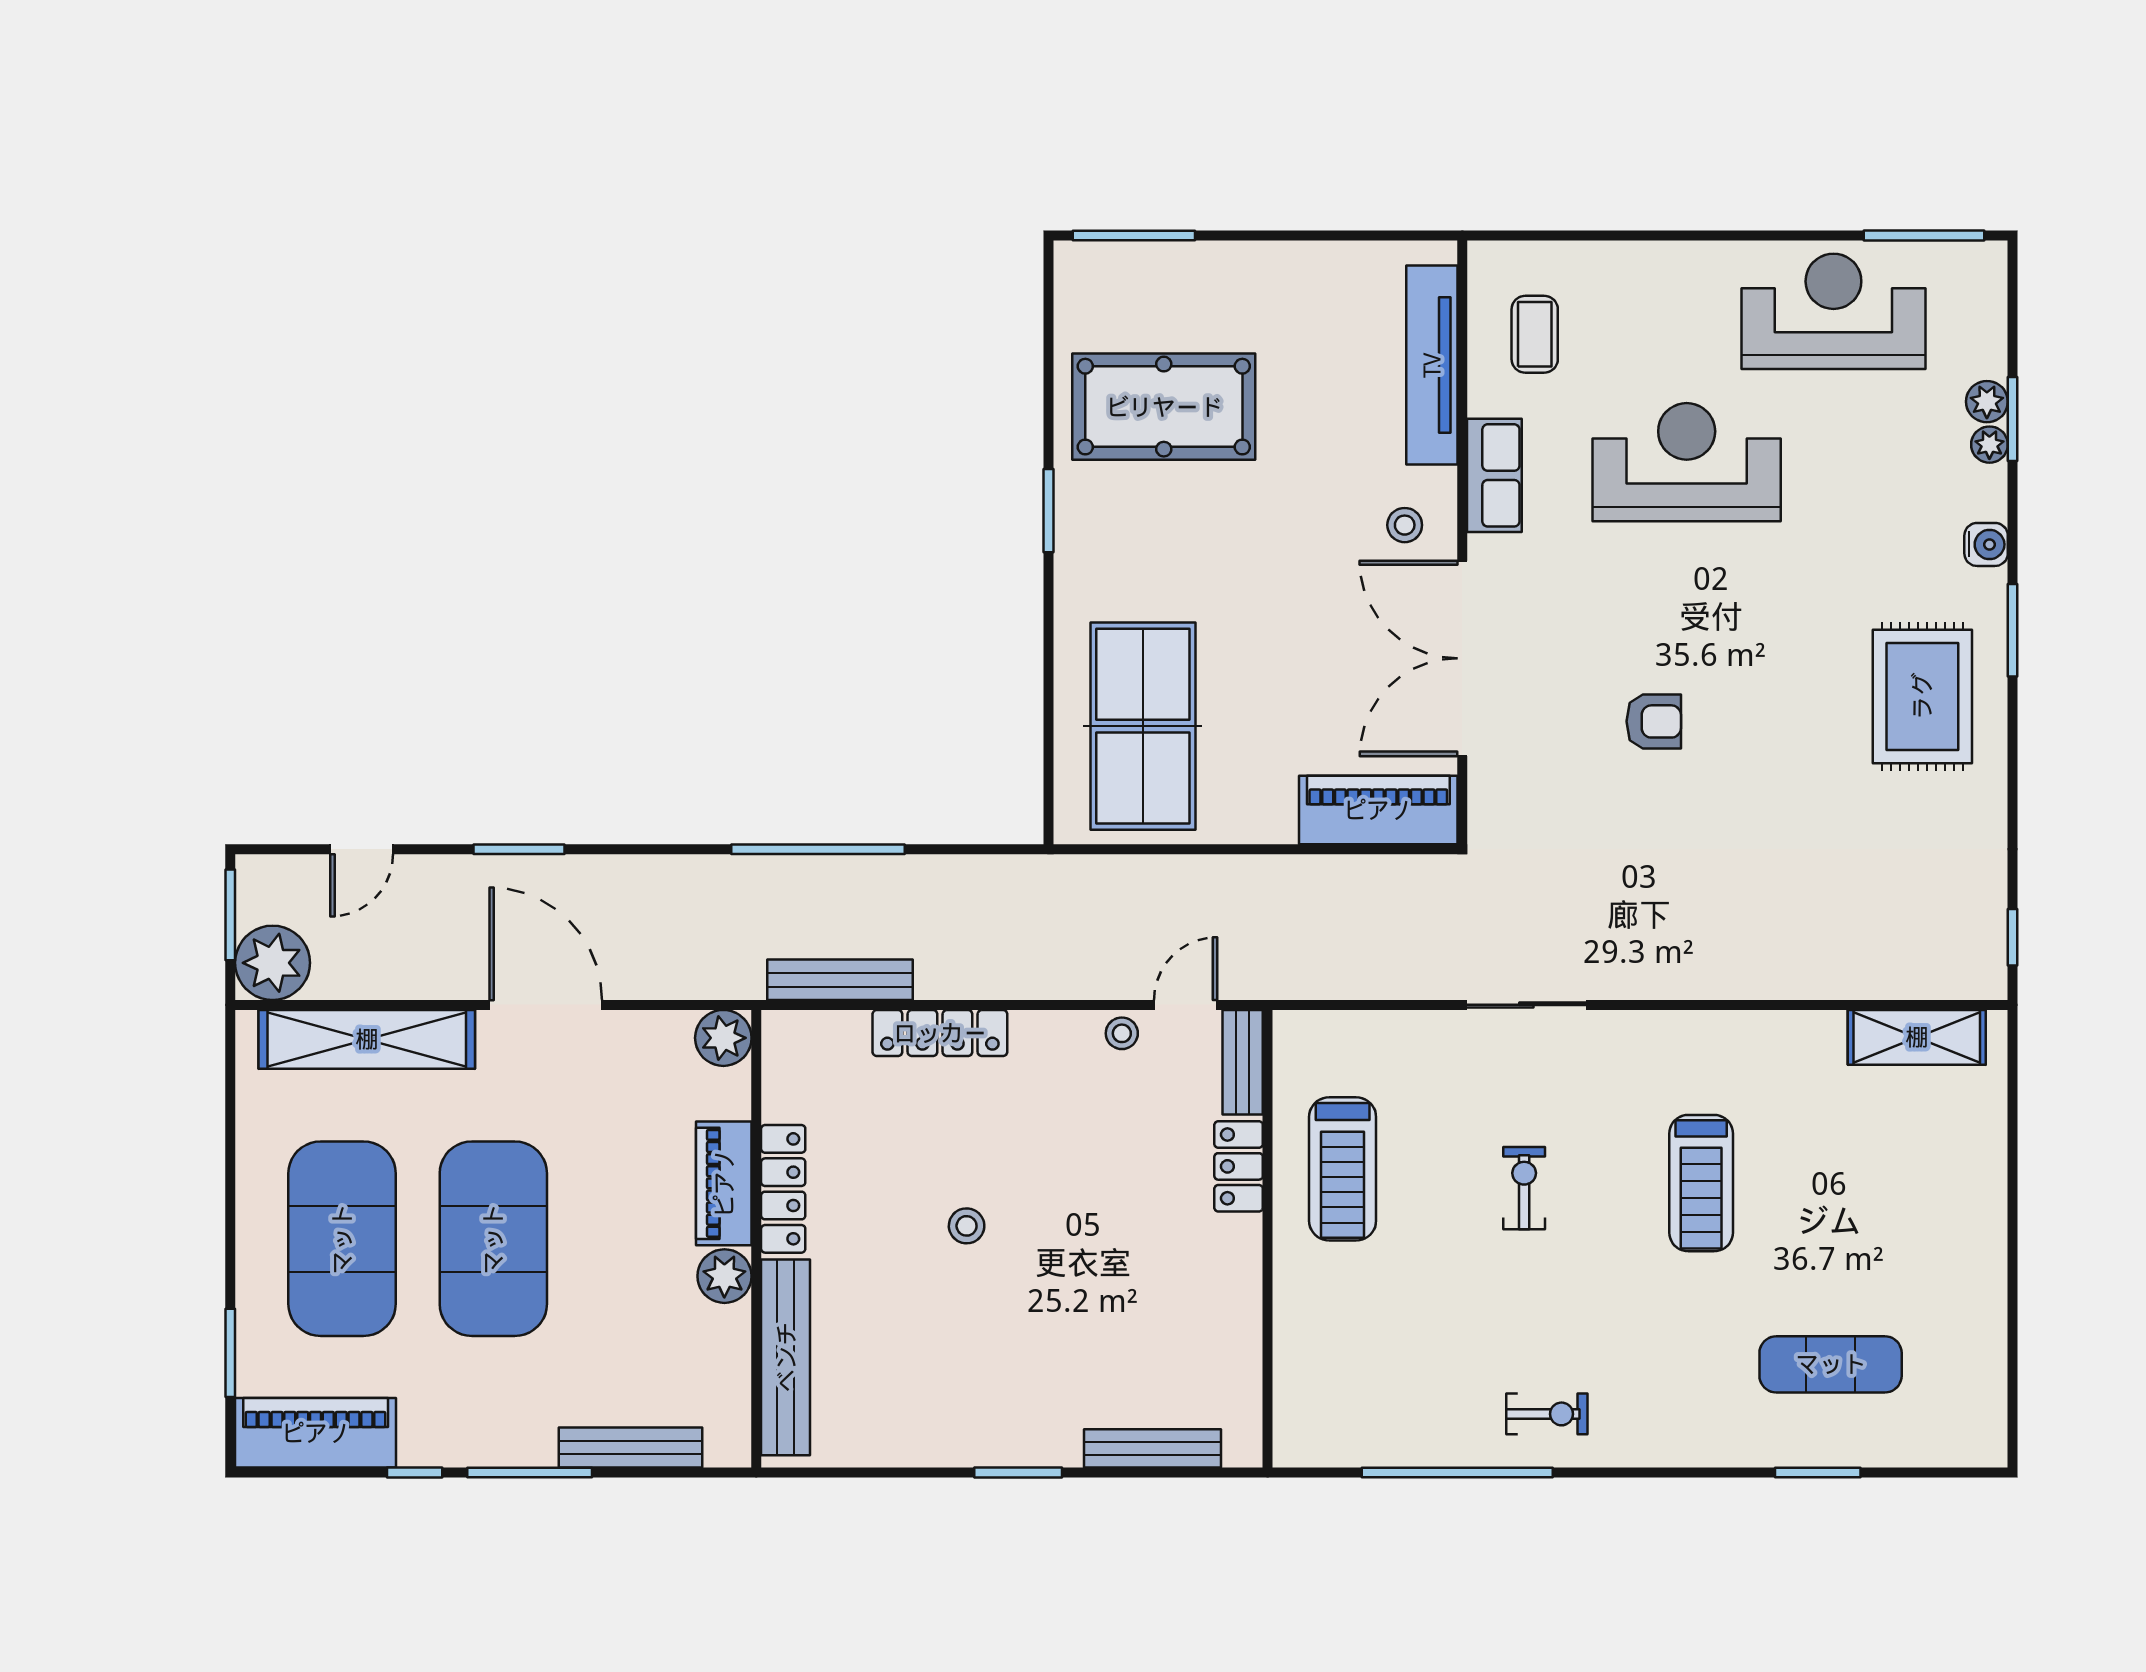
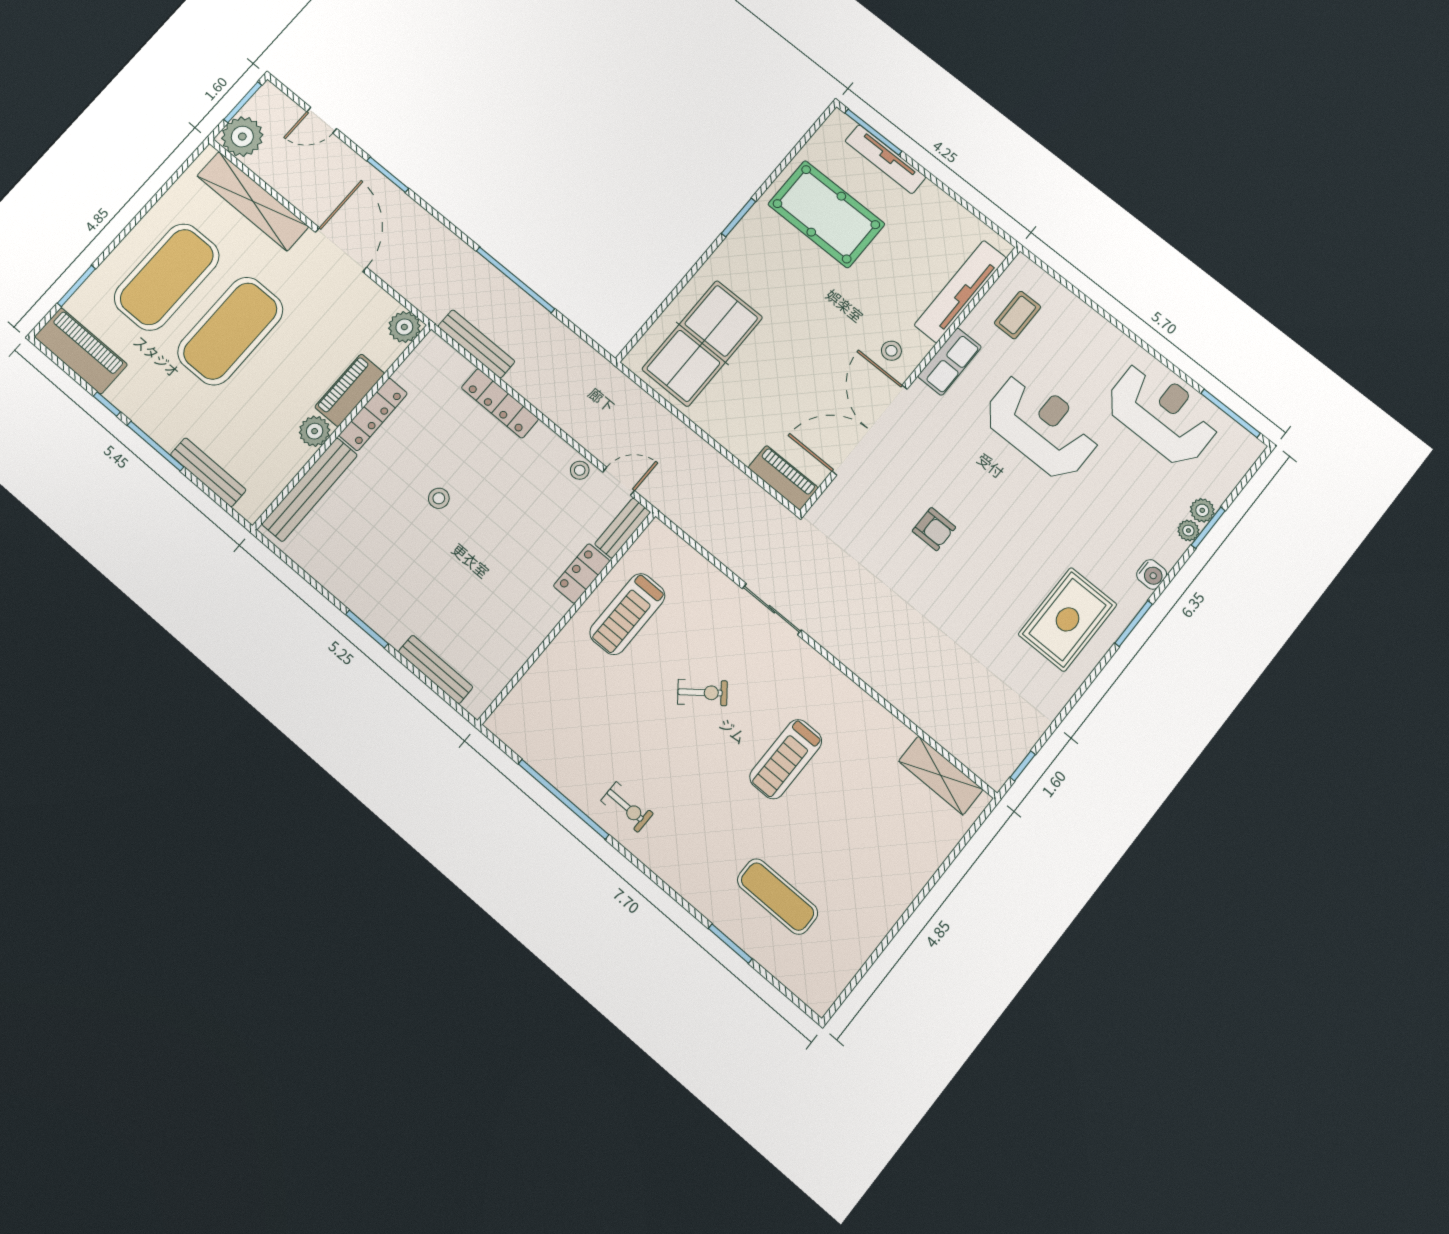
tv unit: (1181, 261) -> (885, 159), added
piano: (1378, 810) -> (783, 478), width x0.73, depth x0.75
exercise bike: (1524, 1188) -> (702, 692), turned 52

